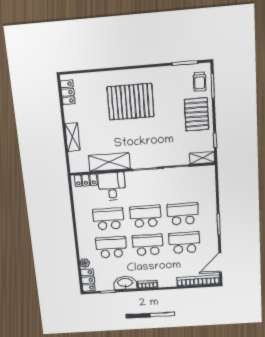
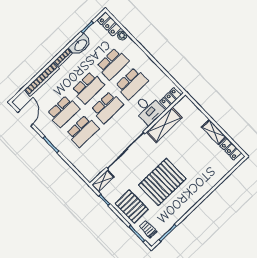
pallet: (130, 102) -> (162, 182), moved
shelving: (72, 137) -> (214, 132), moved
bookcase: (198, 281) -> (42, 79), moved

